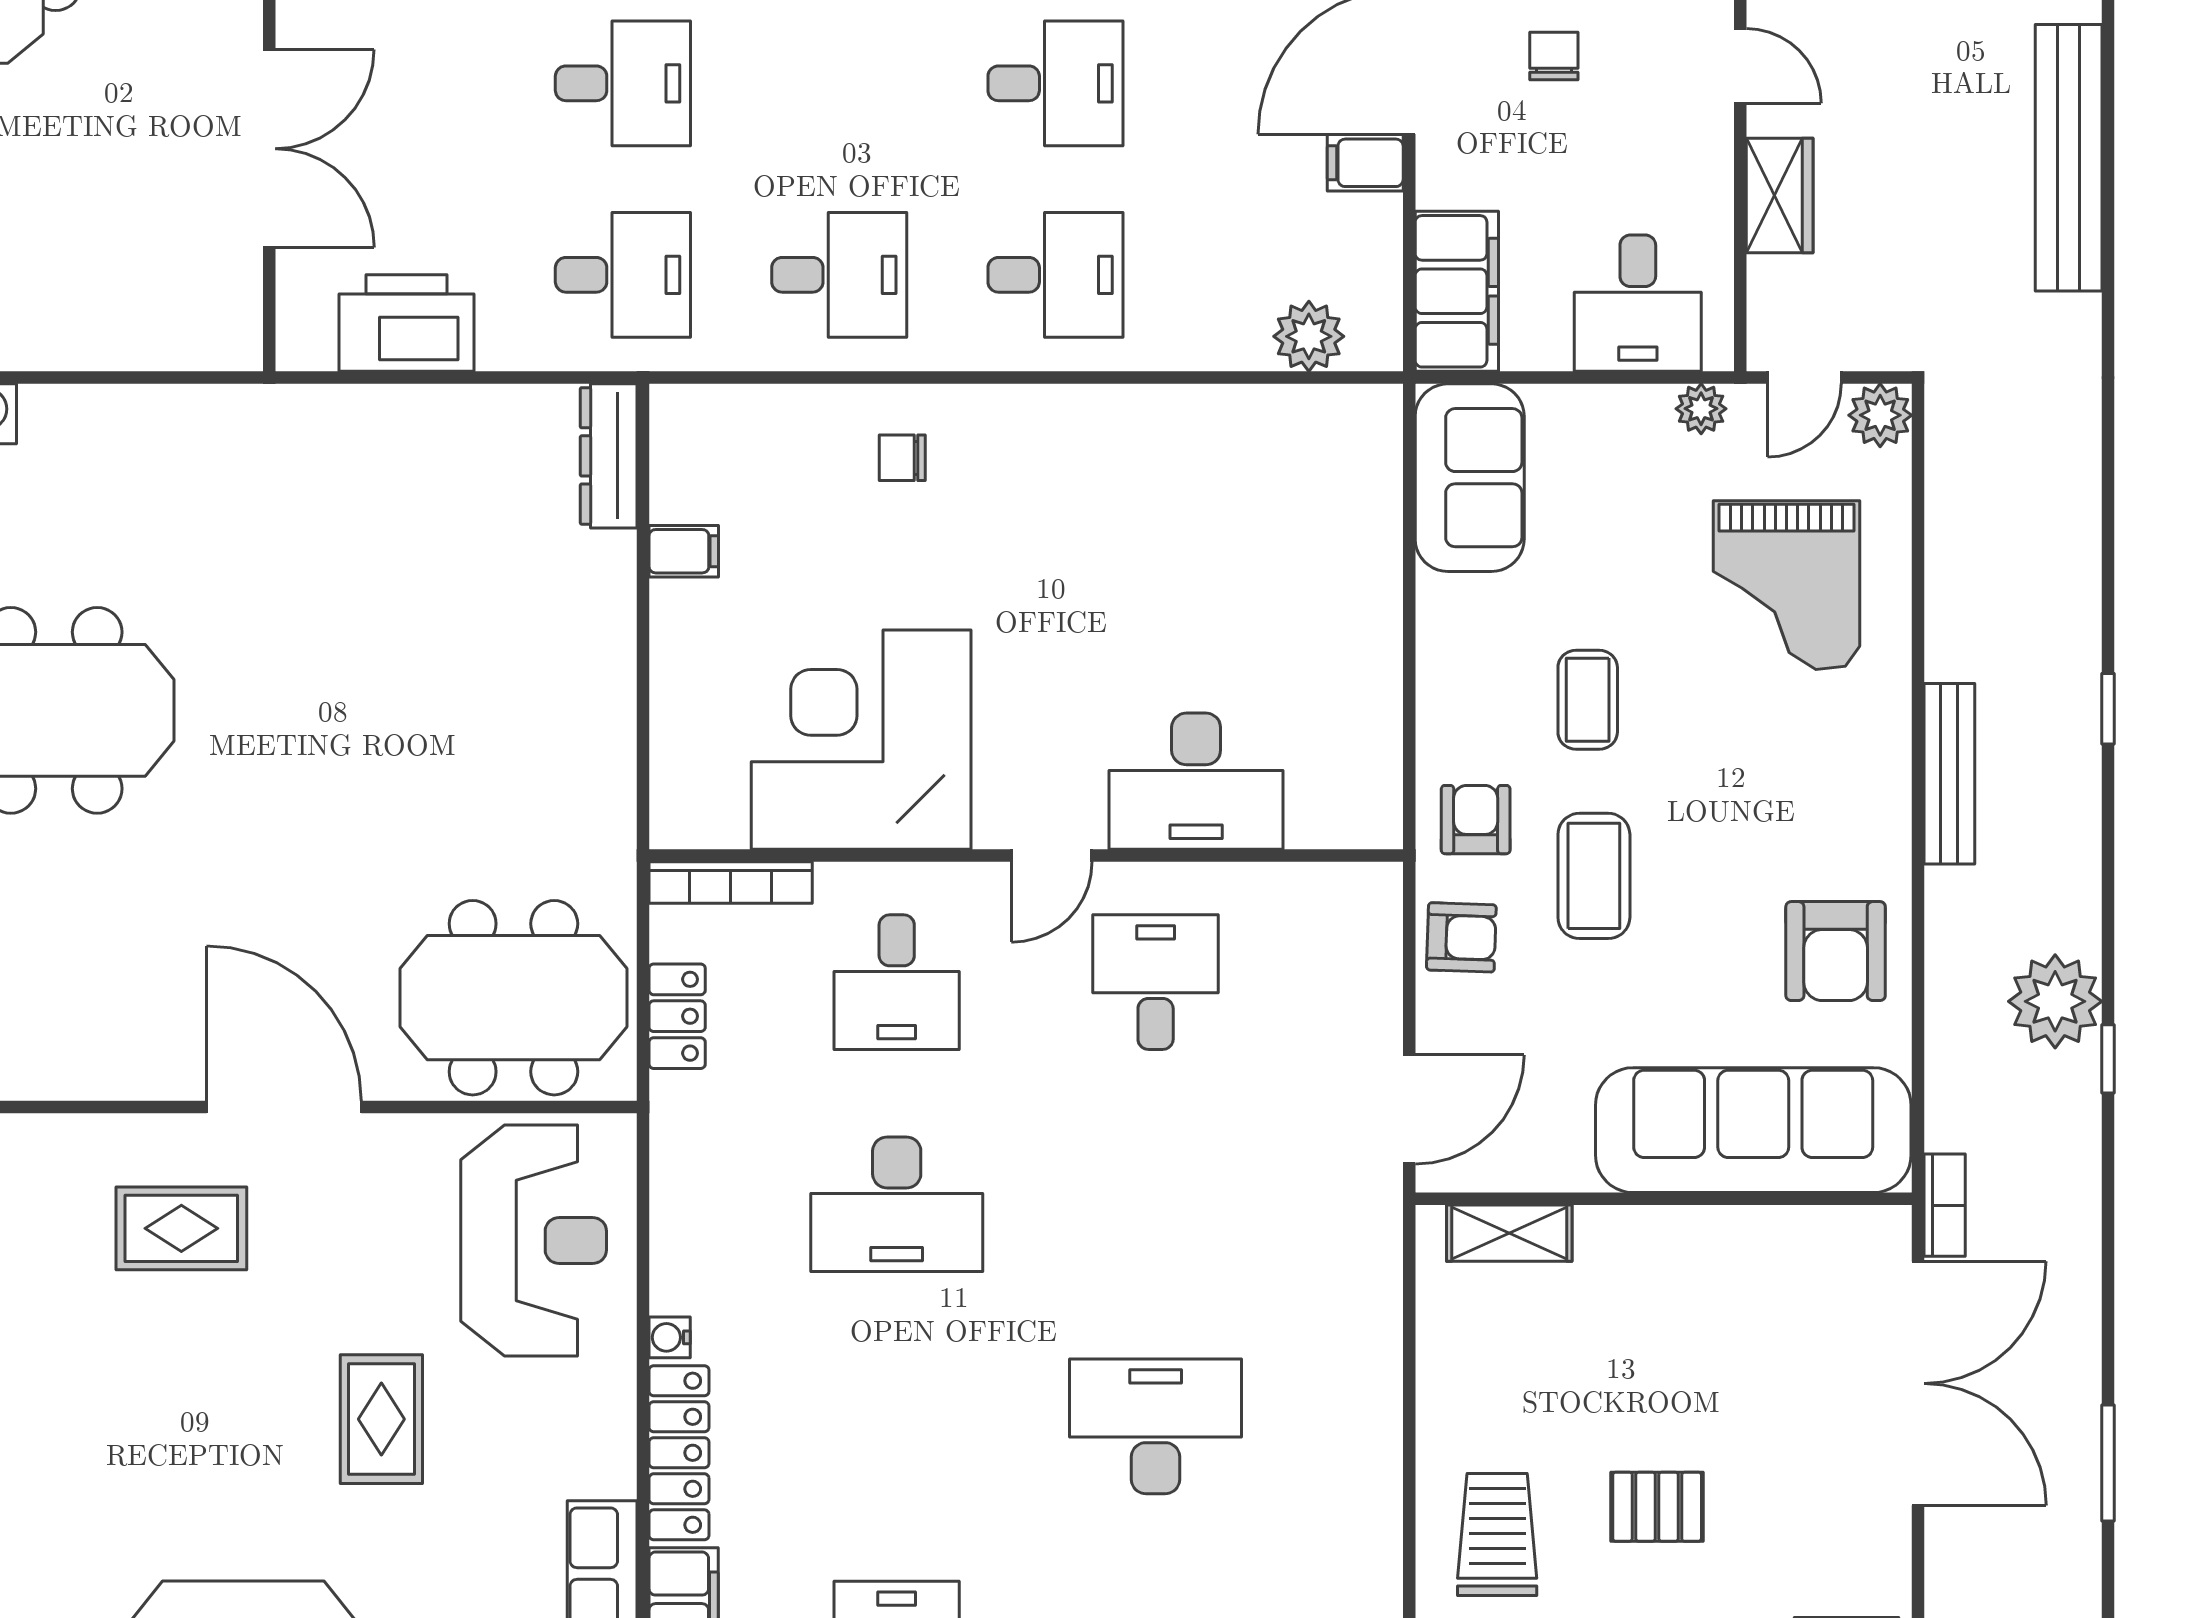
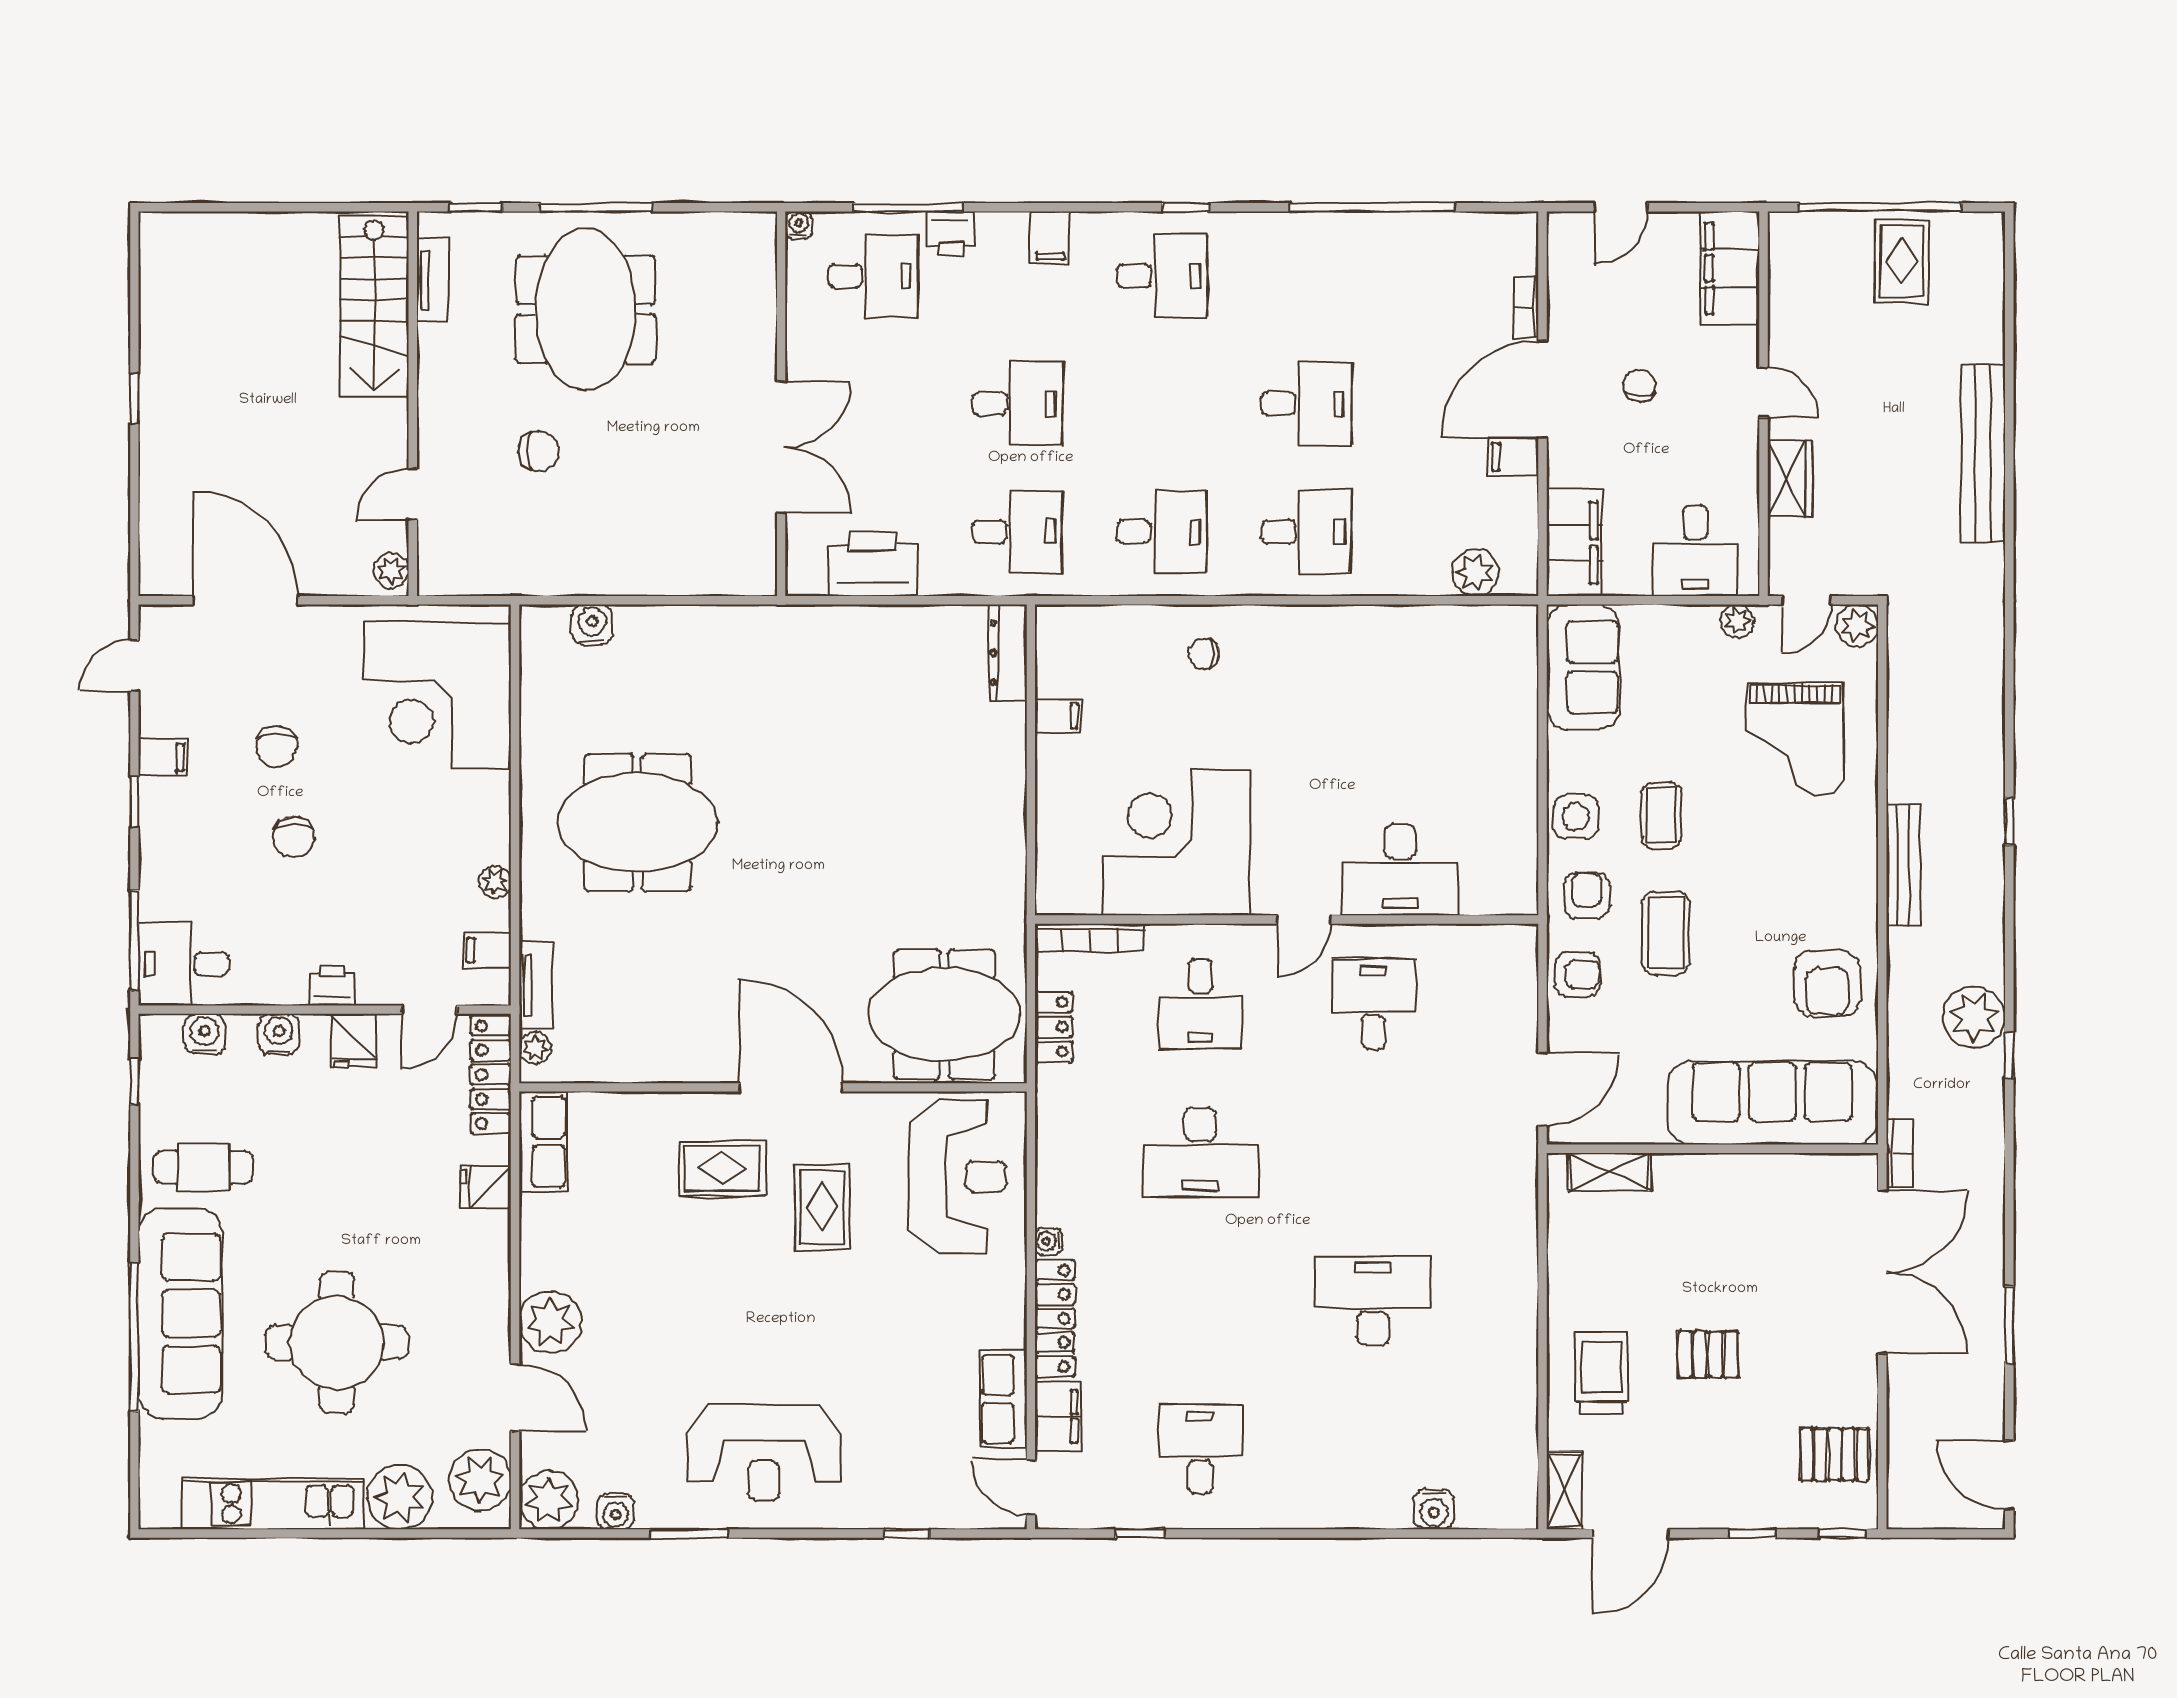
side table: (1459, 702) -> (1576, 817), added
rug: (381, 1419) -> (822, 1207), moved

